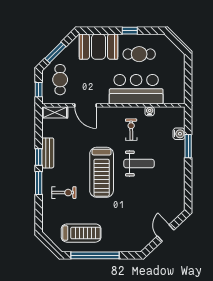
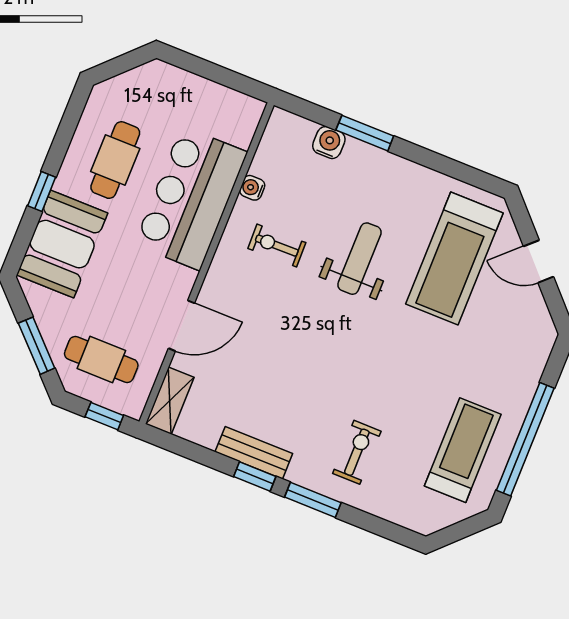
window: (130, 31) -> (42, 192), moved
treadmill: (102, 172) -> (454, 258), moved, turned 90

